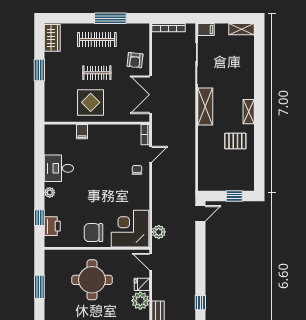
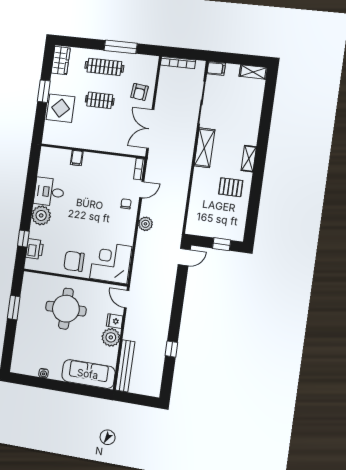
display table: (91, 102) -> (61, 108), moved
plant: (50, 192) -> (41, 215), width x1.88, depth x1.88
plant: (159, 232) -> (145, 224), moved

